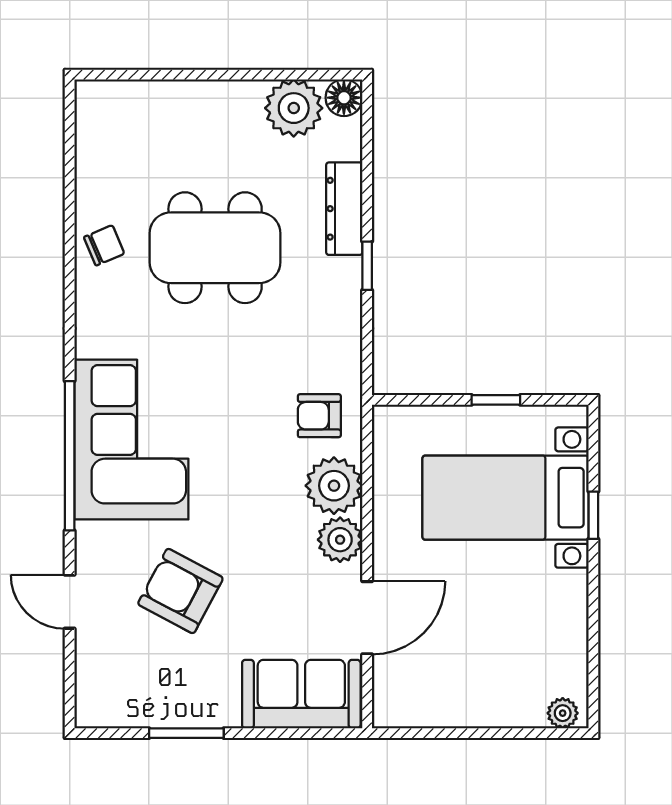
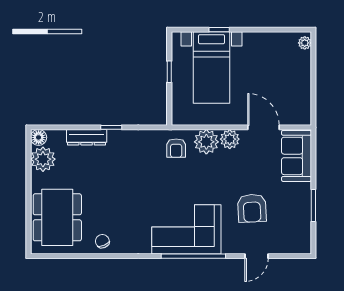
dining table: (215, 248) -> (57, 217), moved
armchair: (180, 591) -> (252, 208), turned -31

